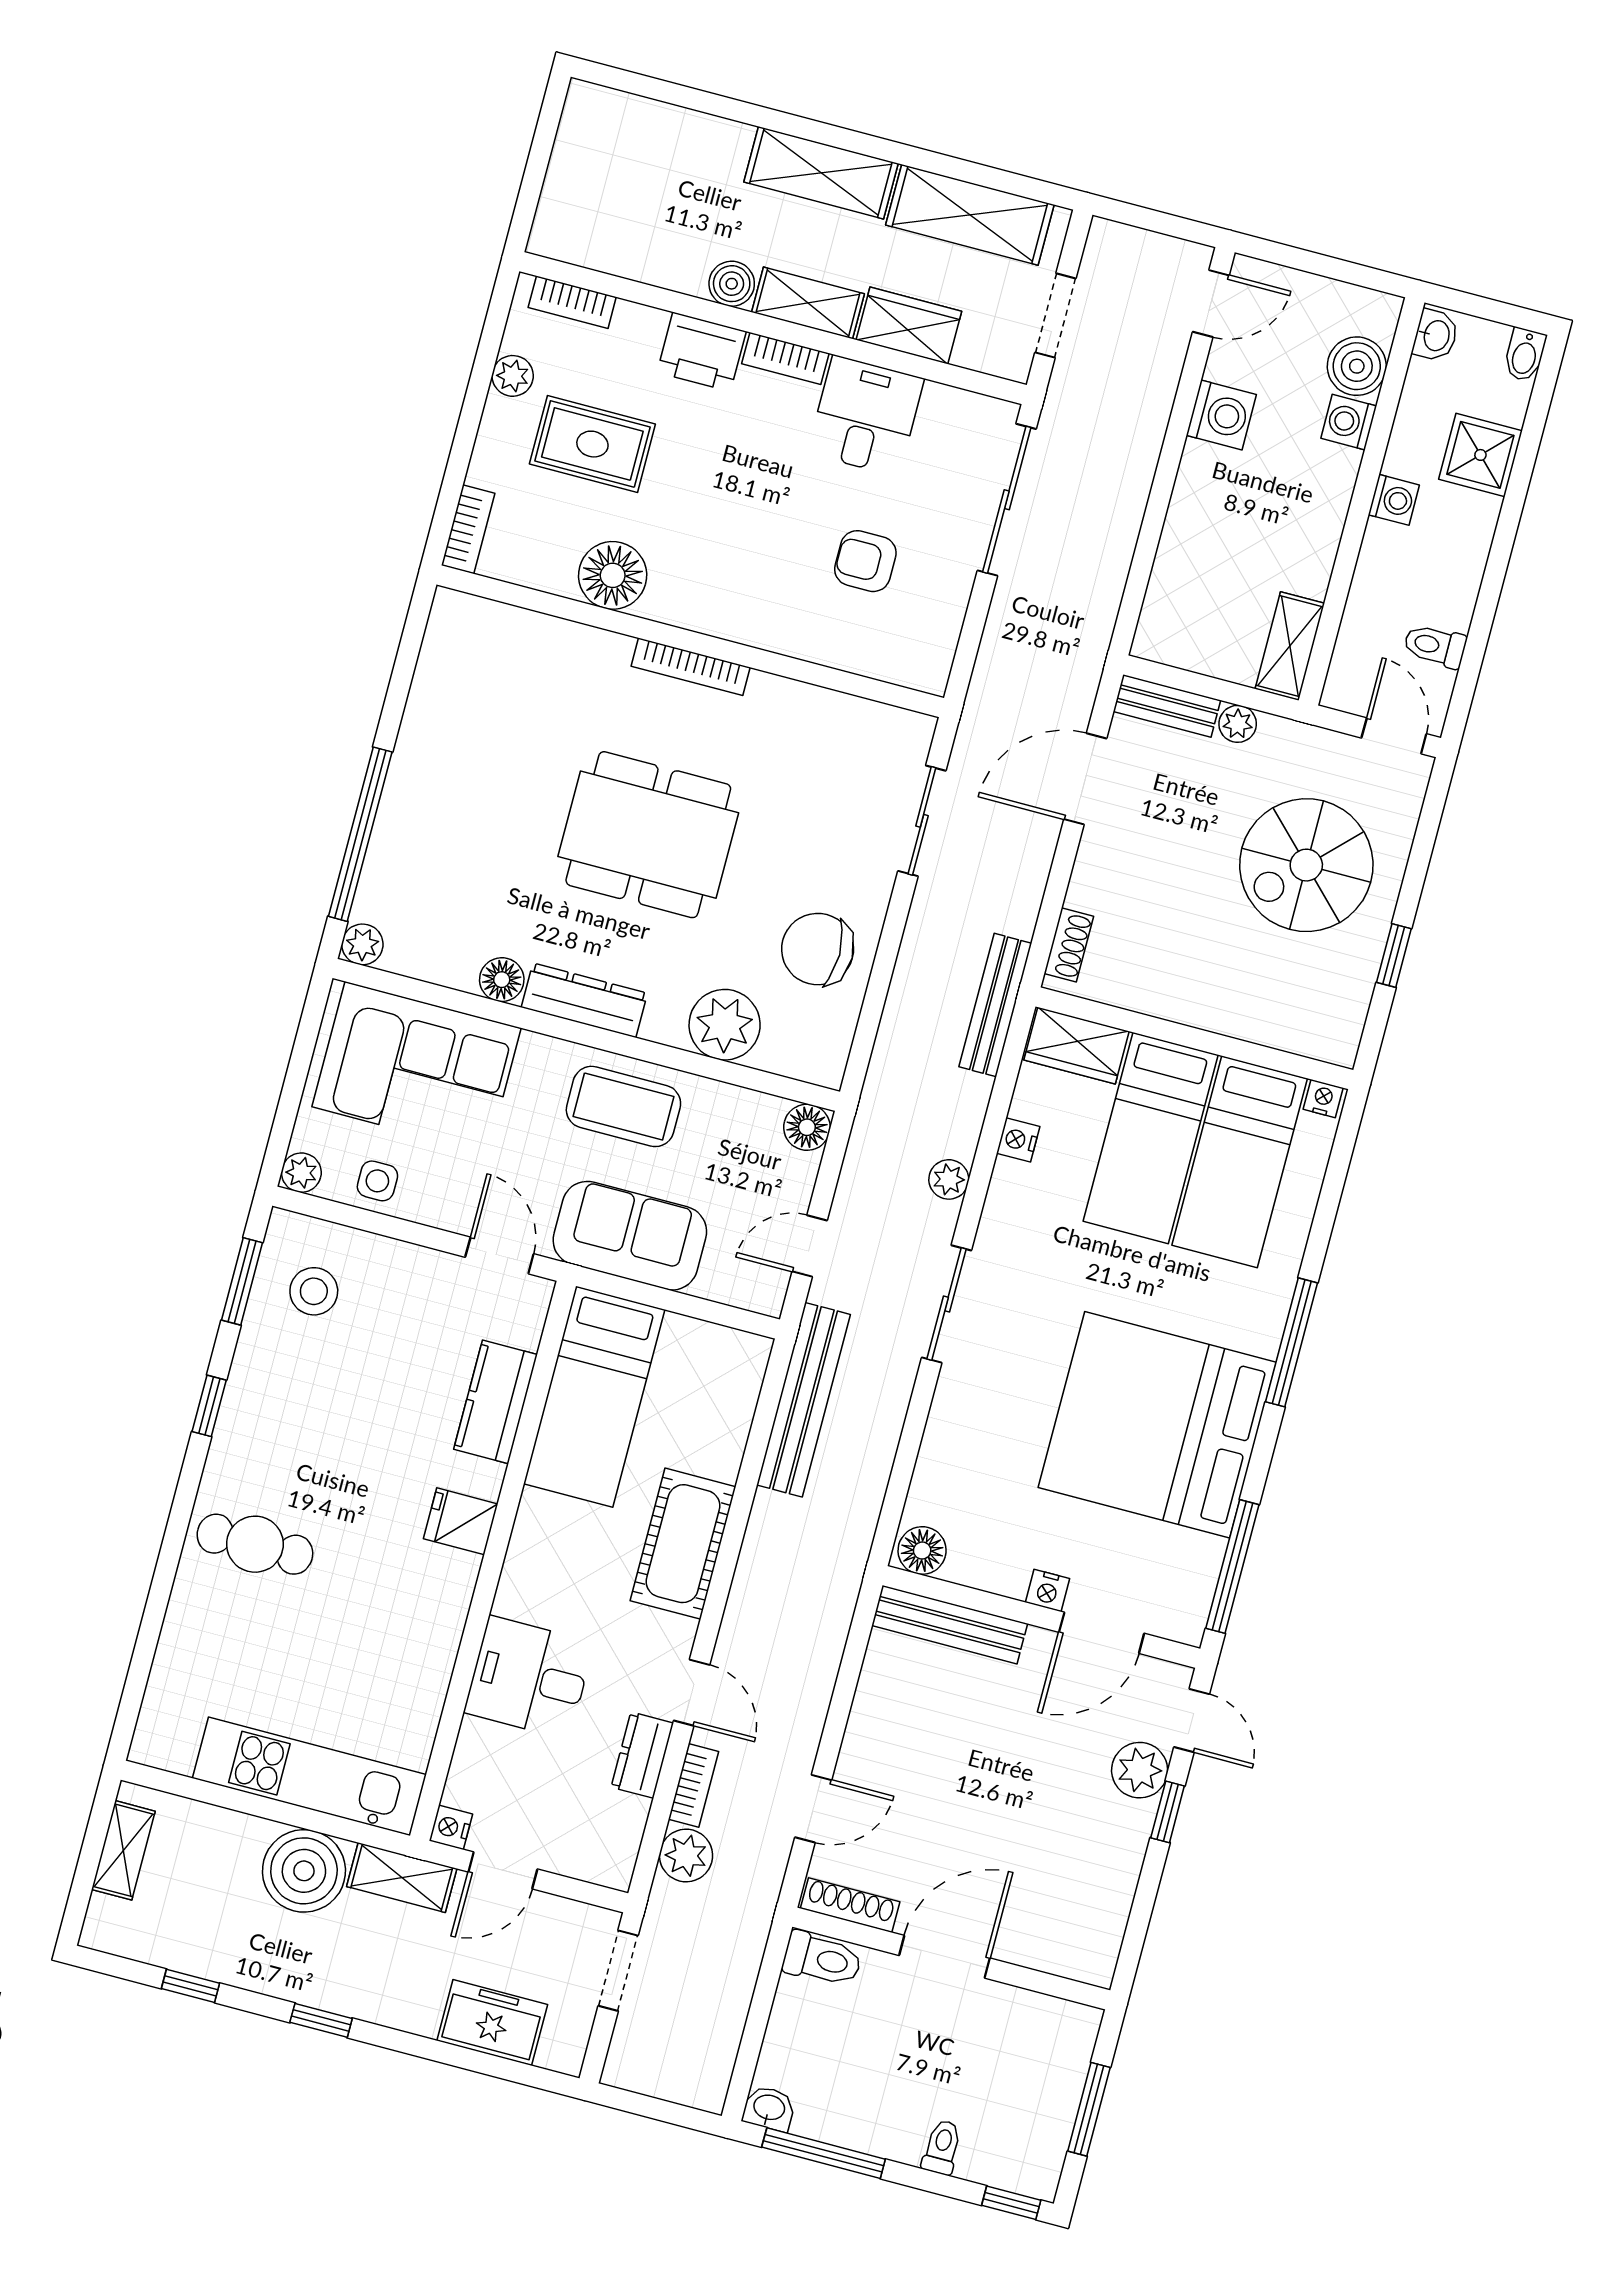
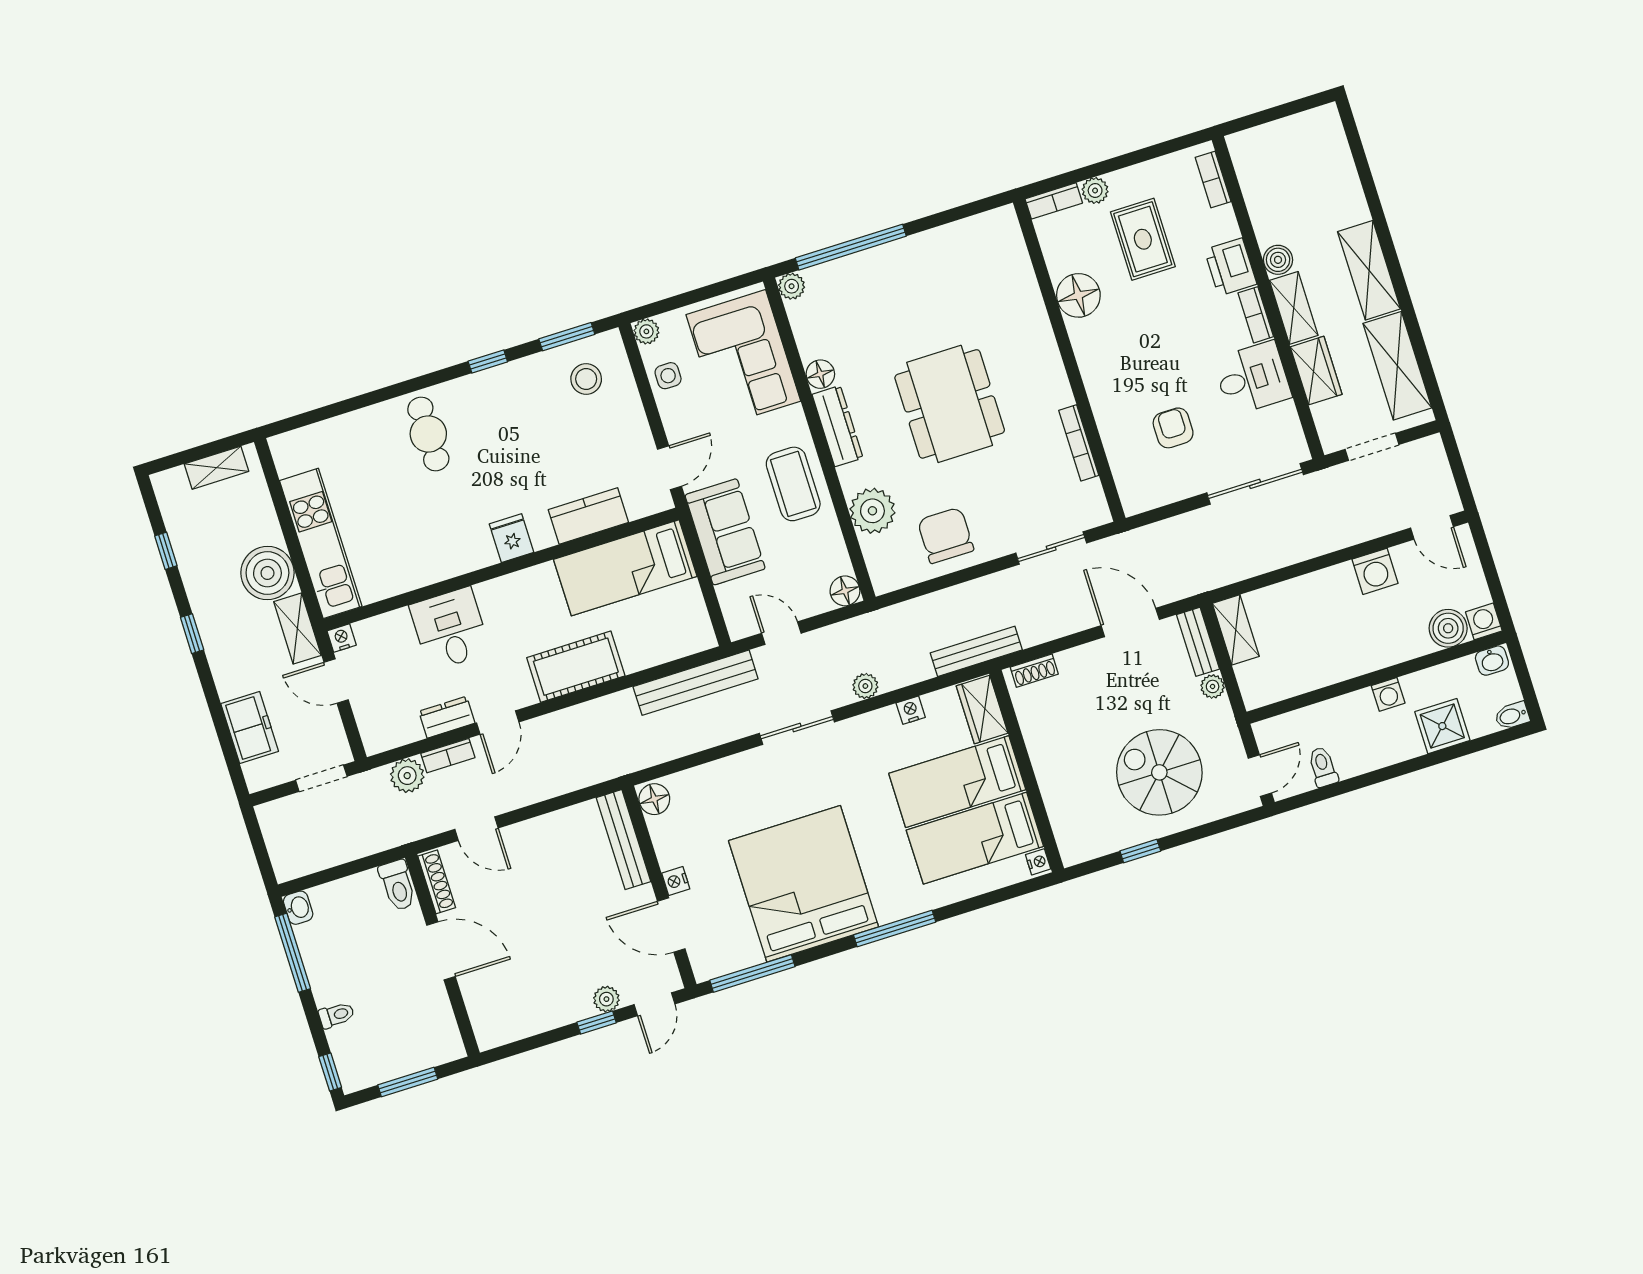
plant: (513, 376) -> (1095, 190), moved
washing machine: (1349, 422) -> (1484, 621), moved
shelving: (1290, 646) -> (1236, 630), moved, turned 90
bookcase: (691, 667) -> (1079, 443), moved
plant: (1140, 1770) -> (606, 999), width x0.73, depth x0.73

